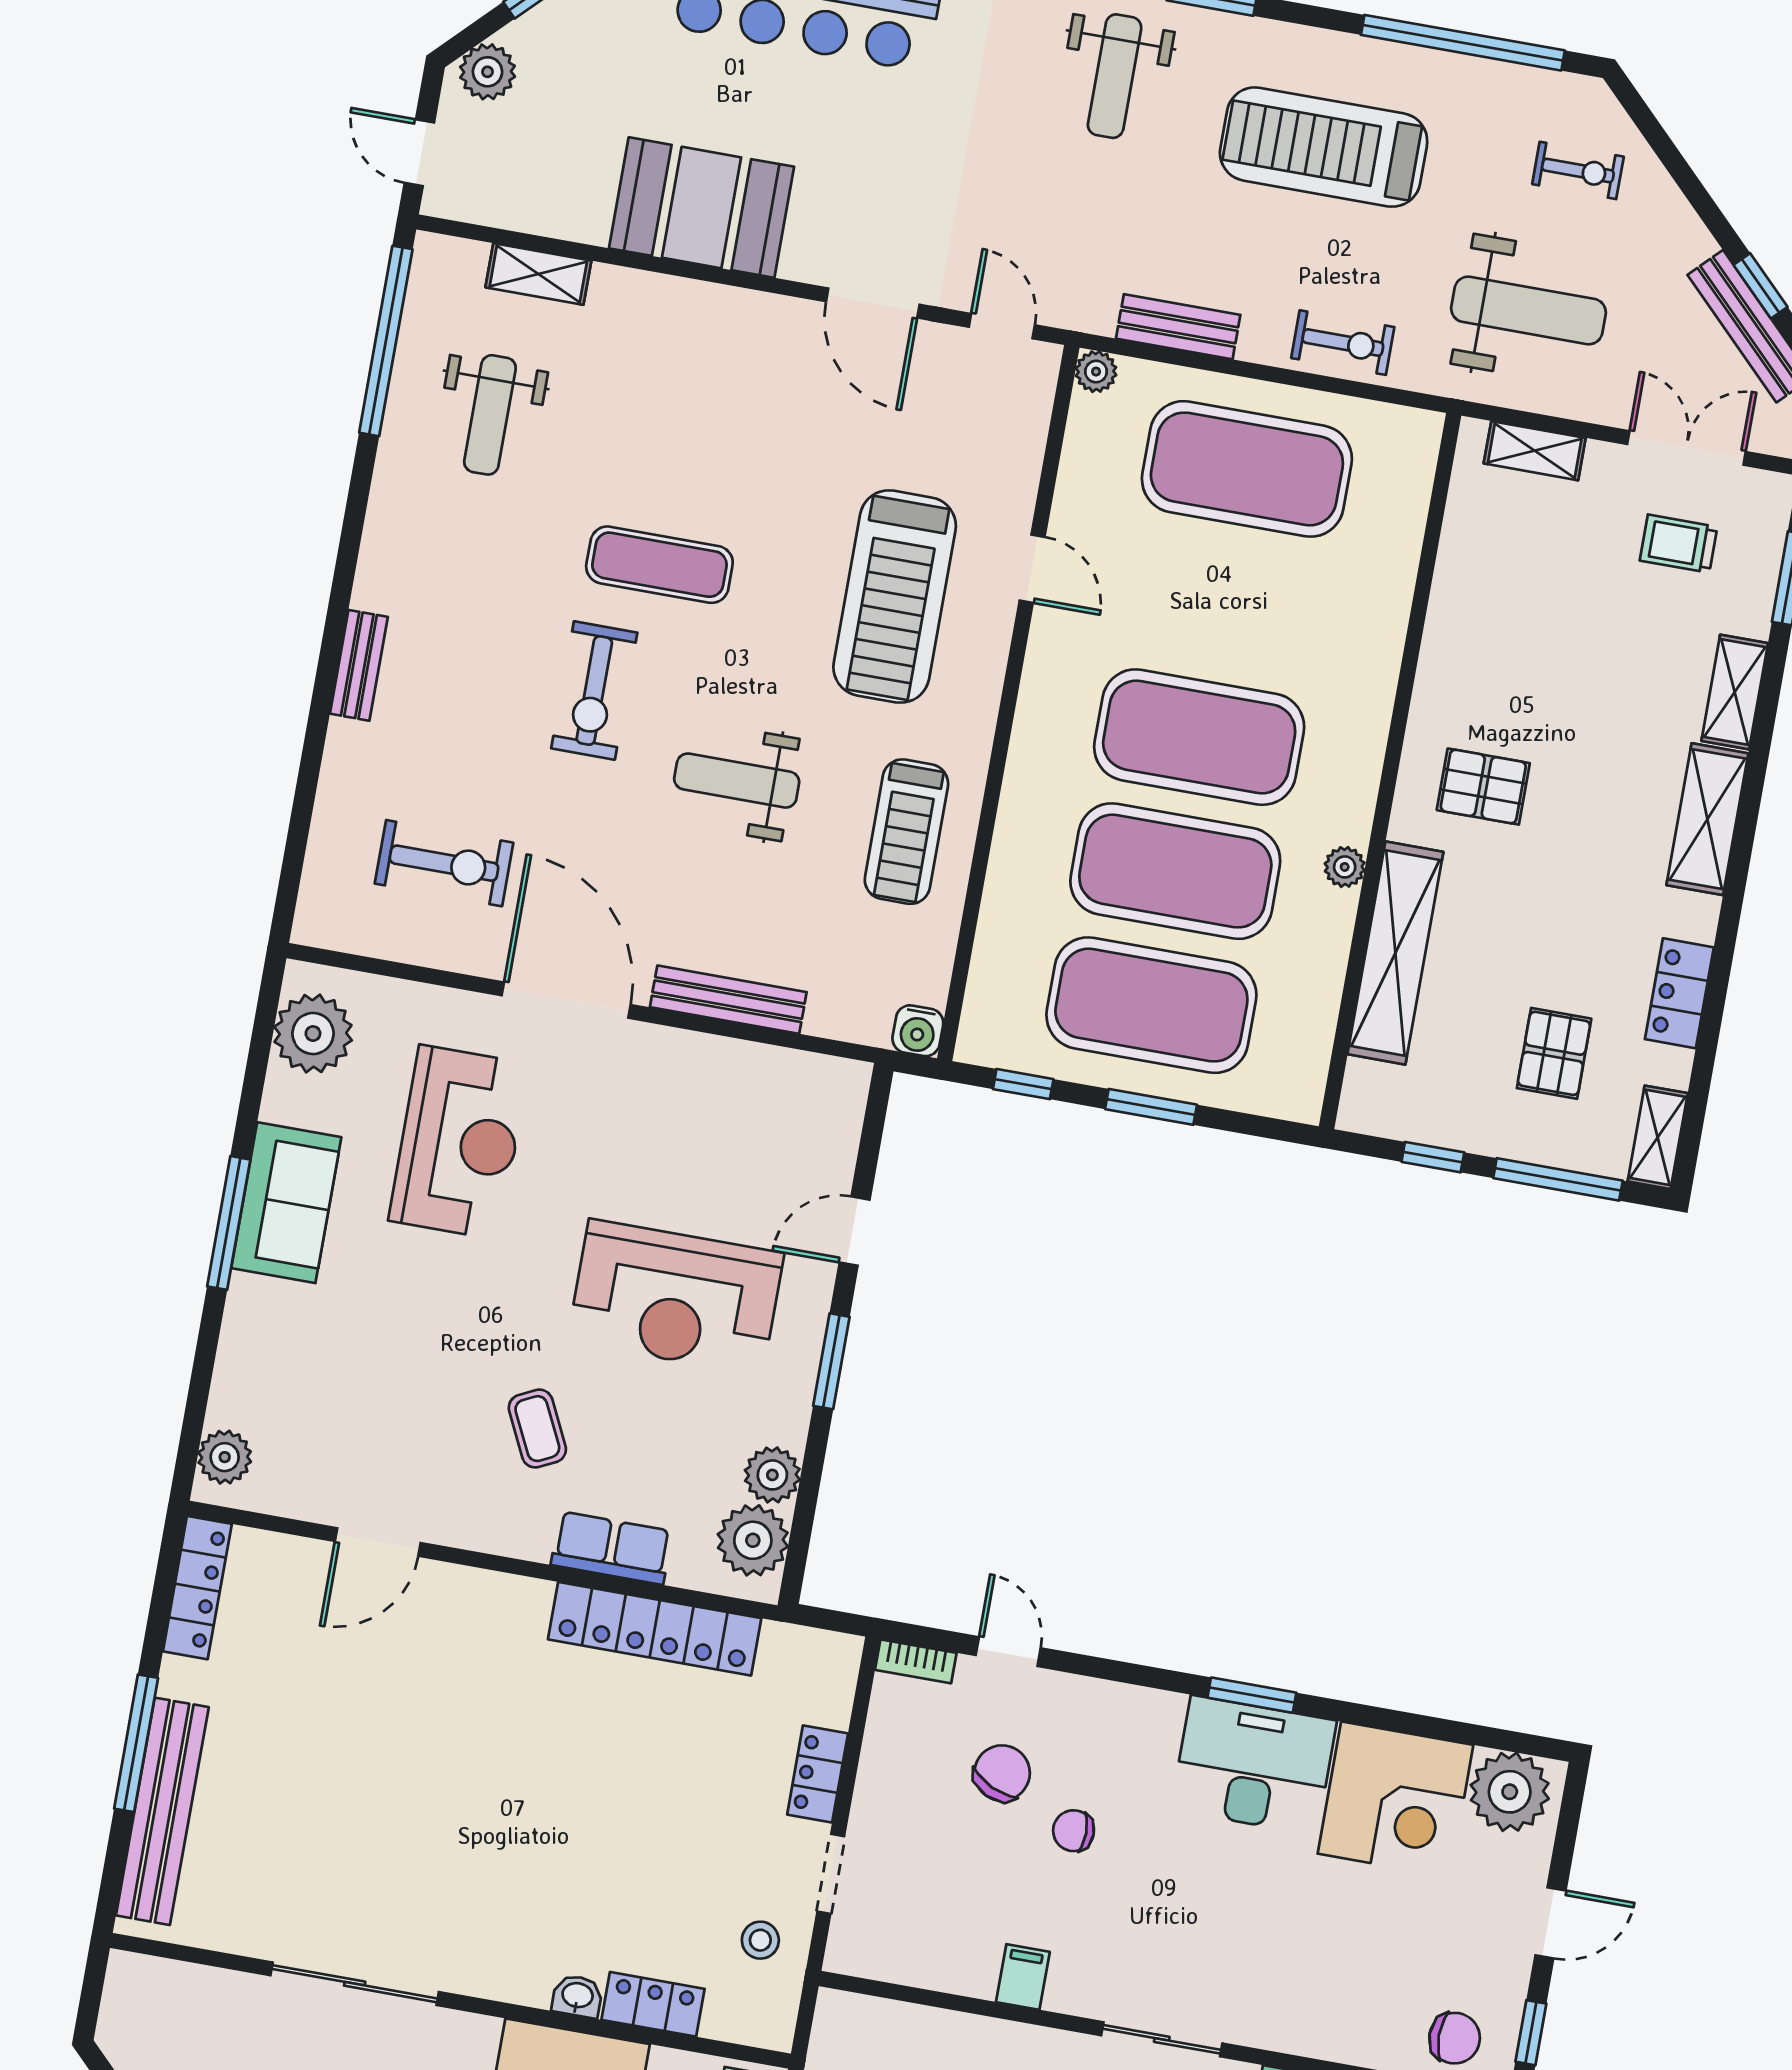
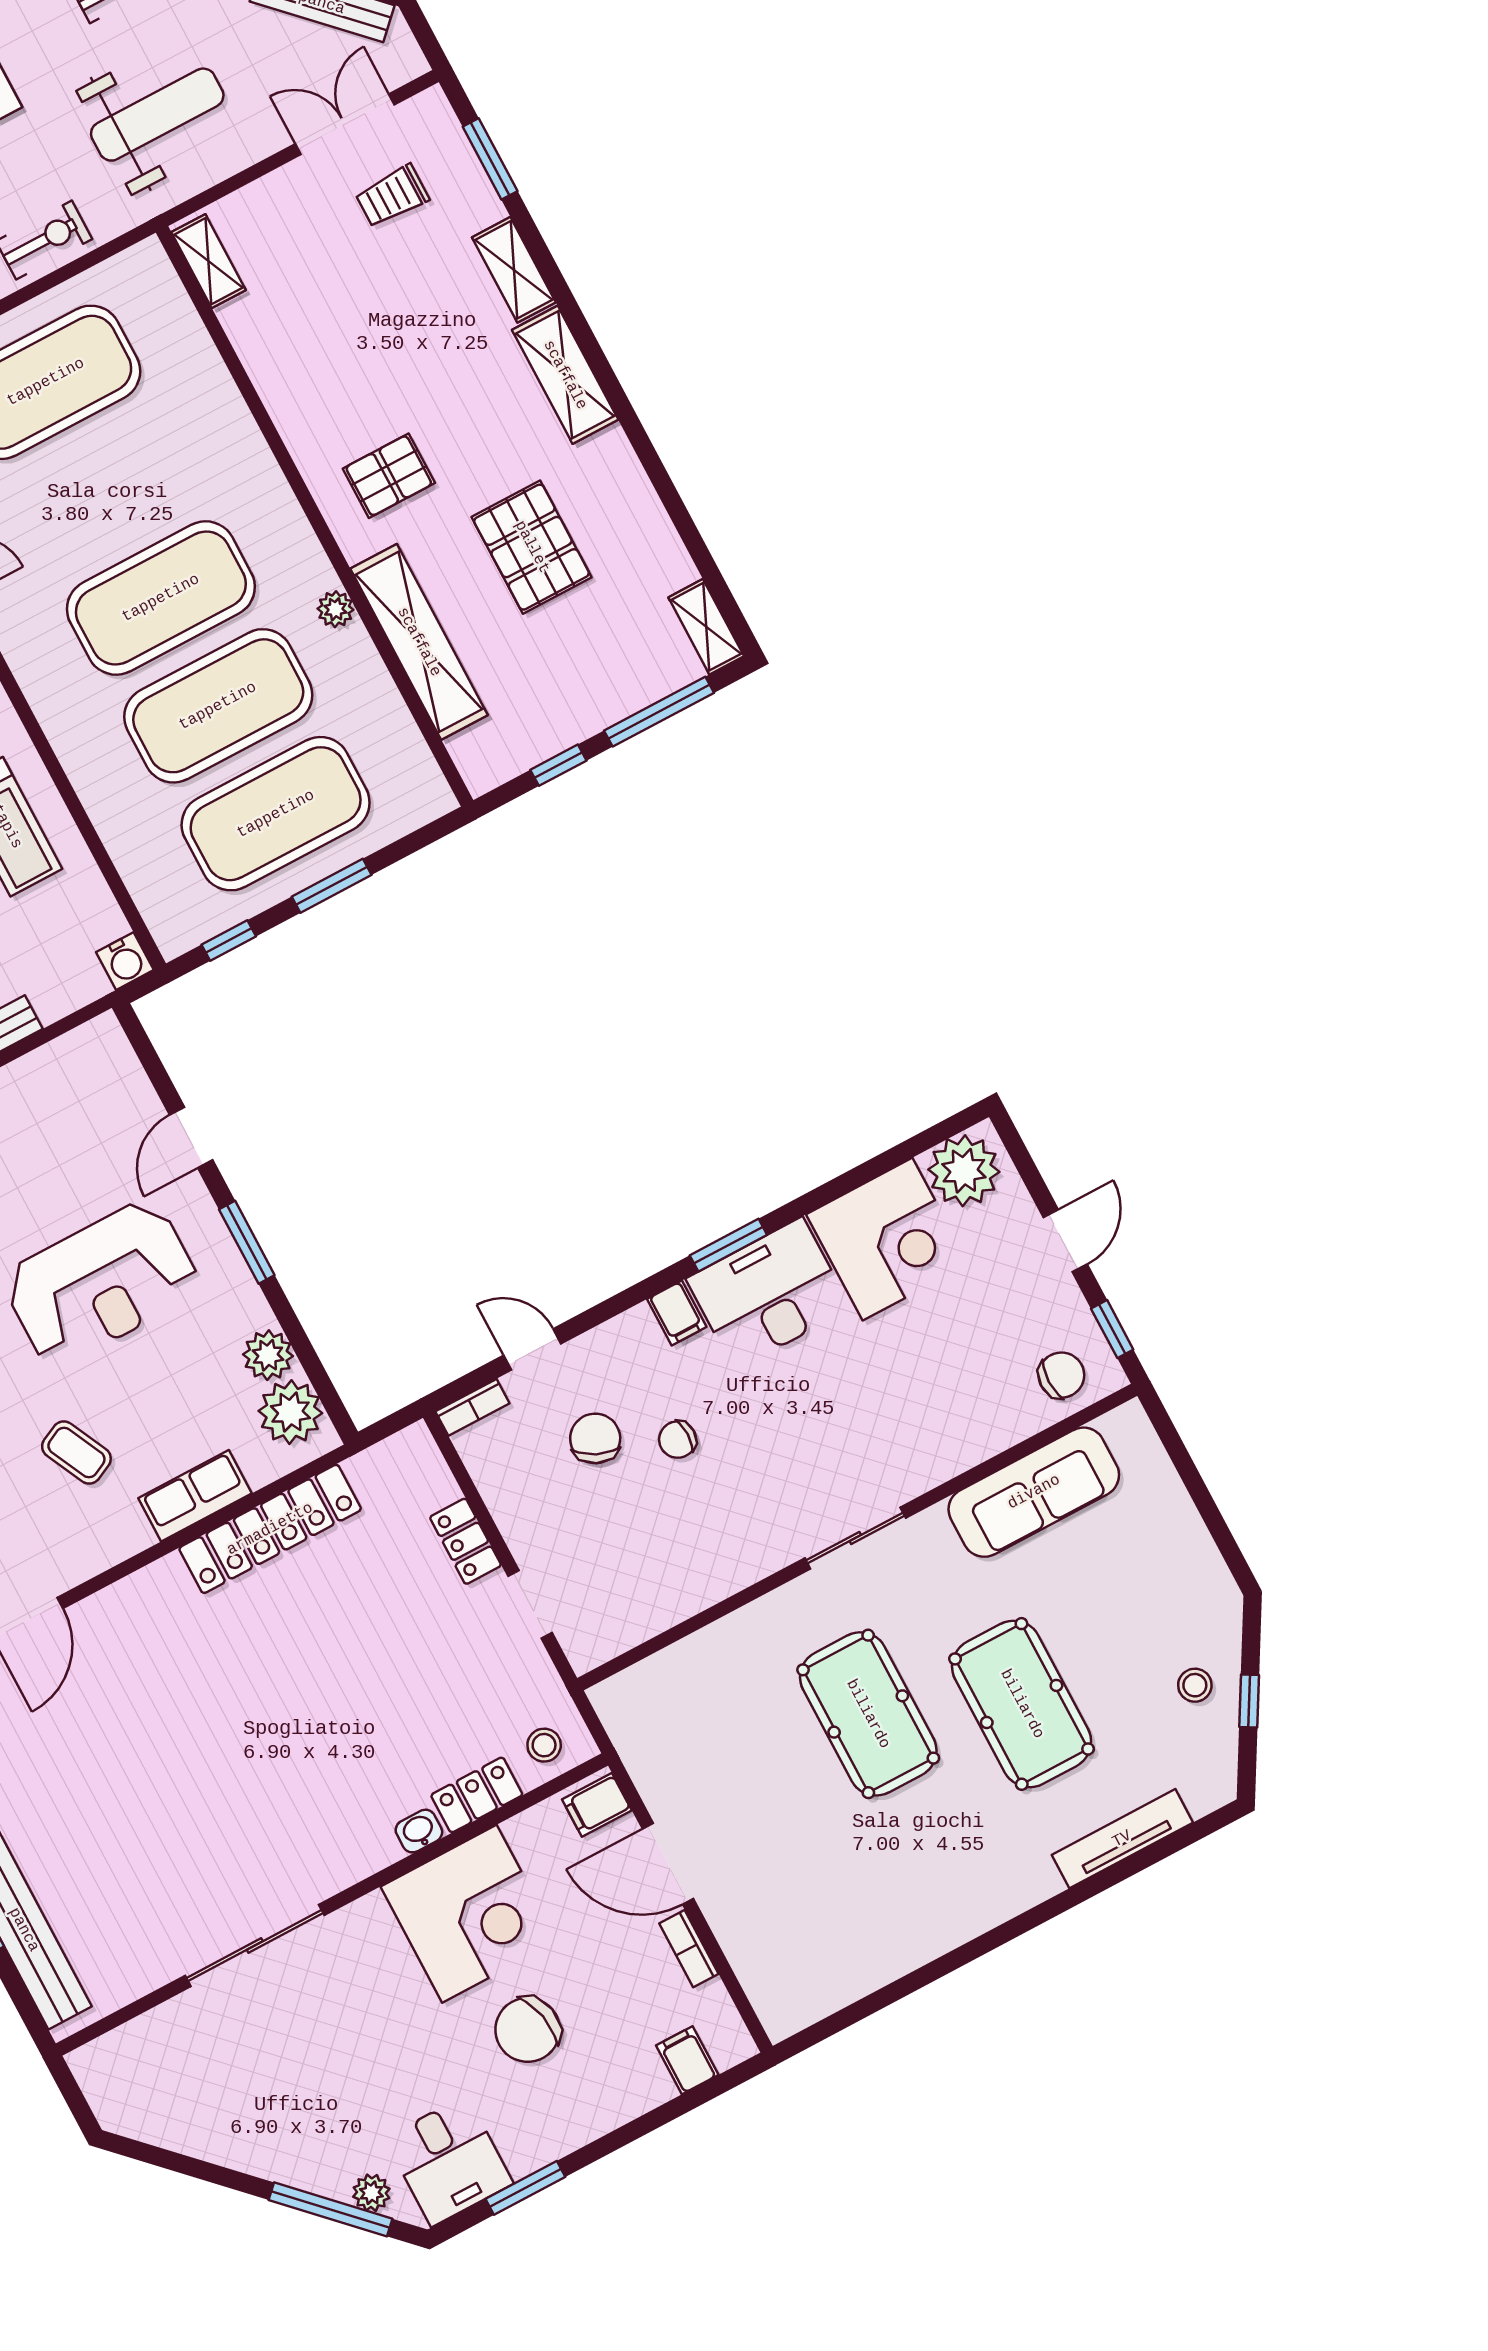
shelving: (1535, 451) -> (209, 261), moved, turned 90
locker: (1679, 993) -> (642, 513), removed
pallet: (1554, 1053) -> (532, 547), moved, width x1.50, depth x1.42
stool: (760, 1940) -> (544, 1745), moved
filing cabinet: (1023, 1977) -> (677, 1313), moved, turned 180

